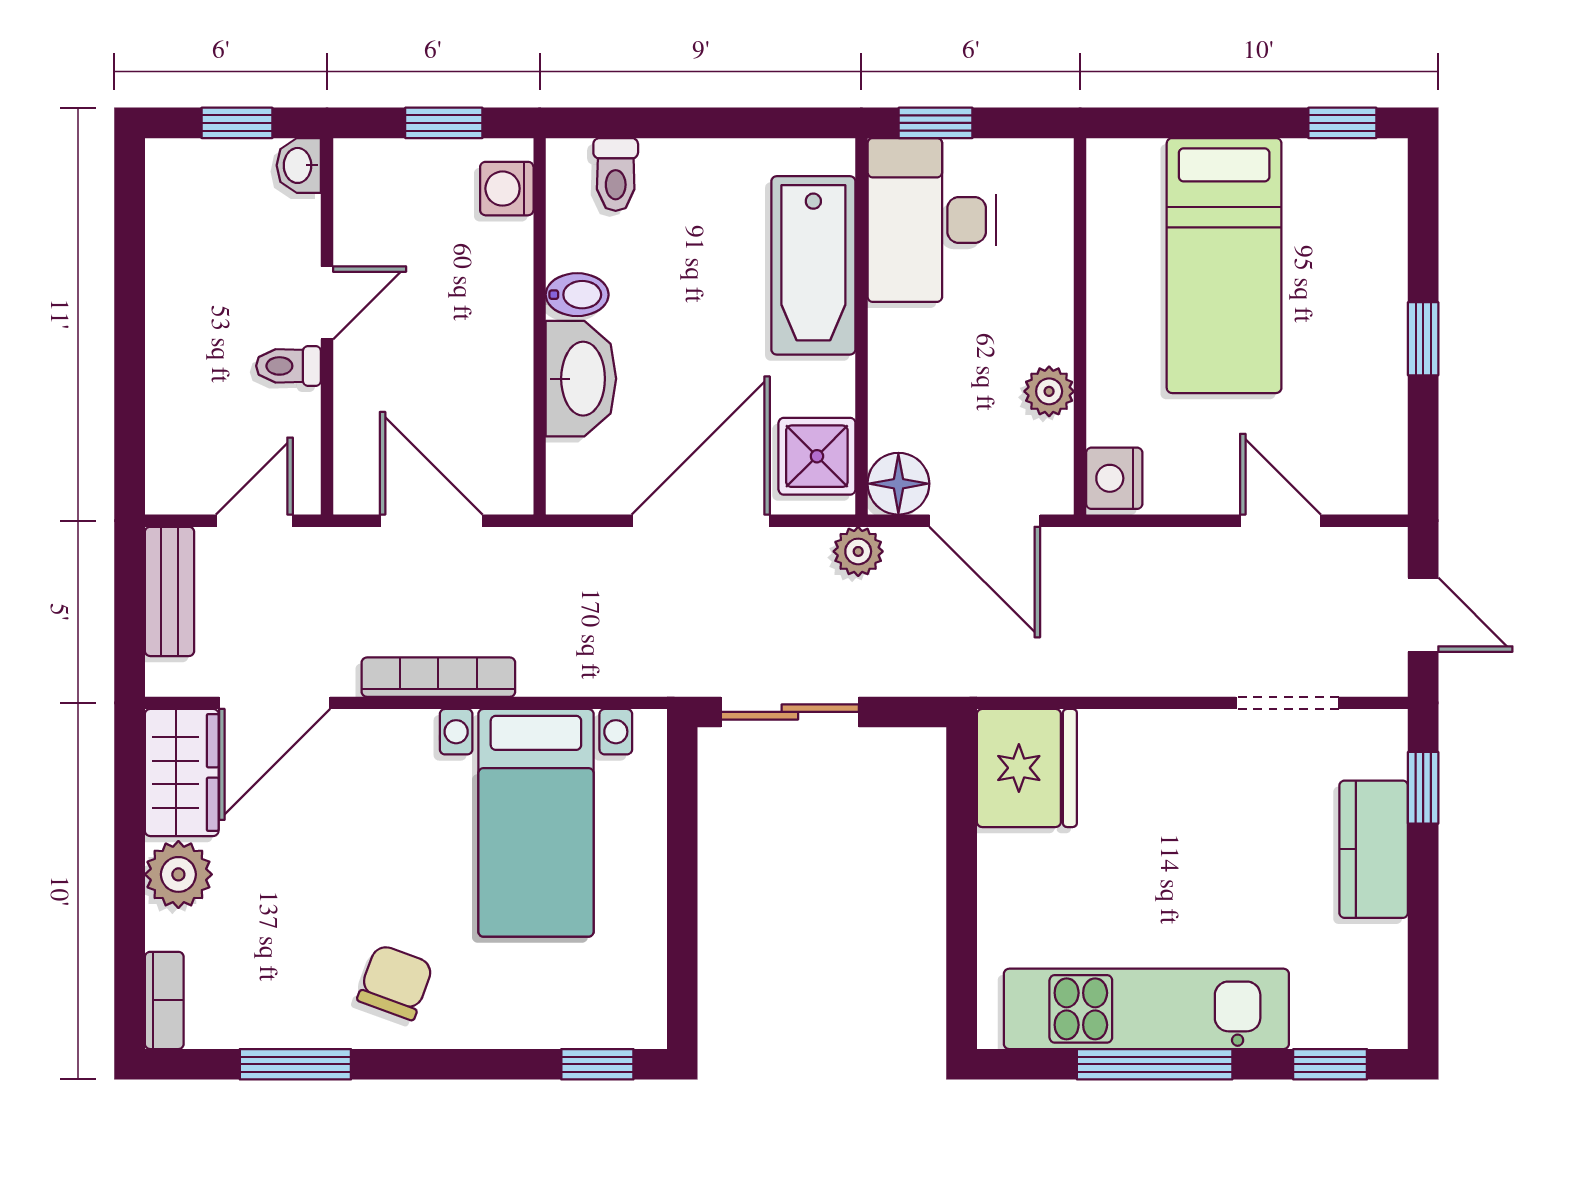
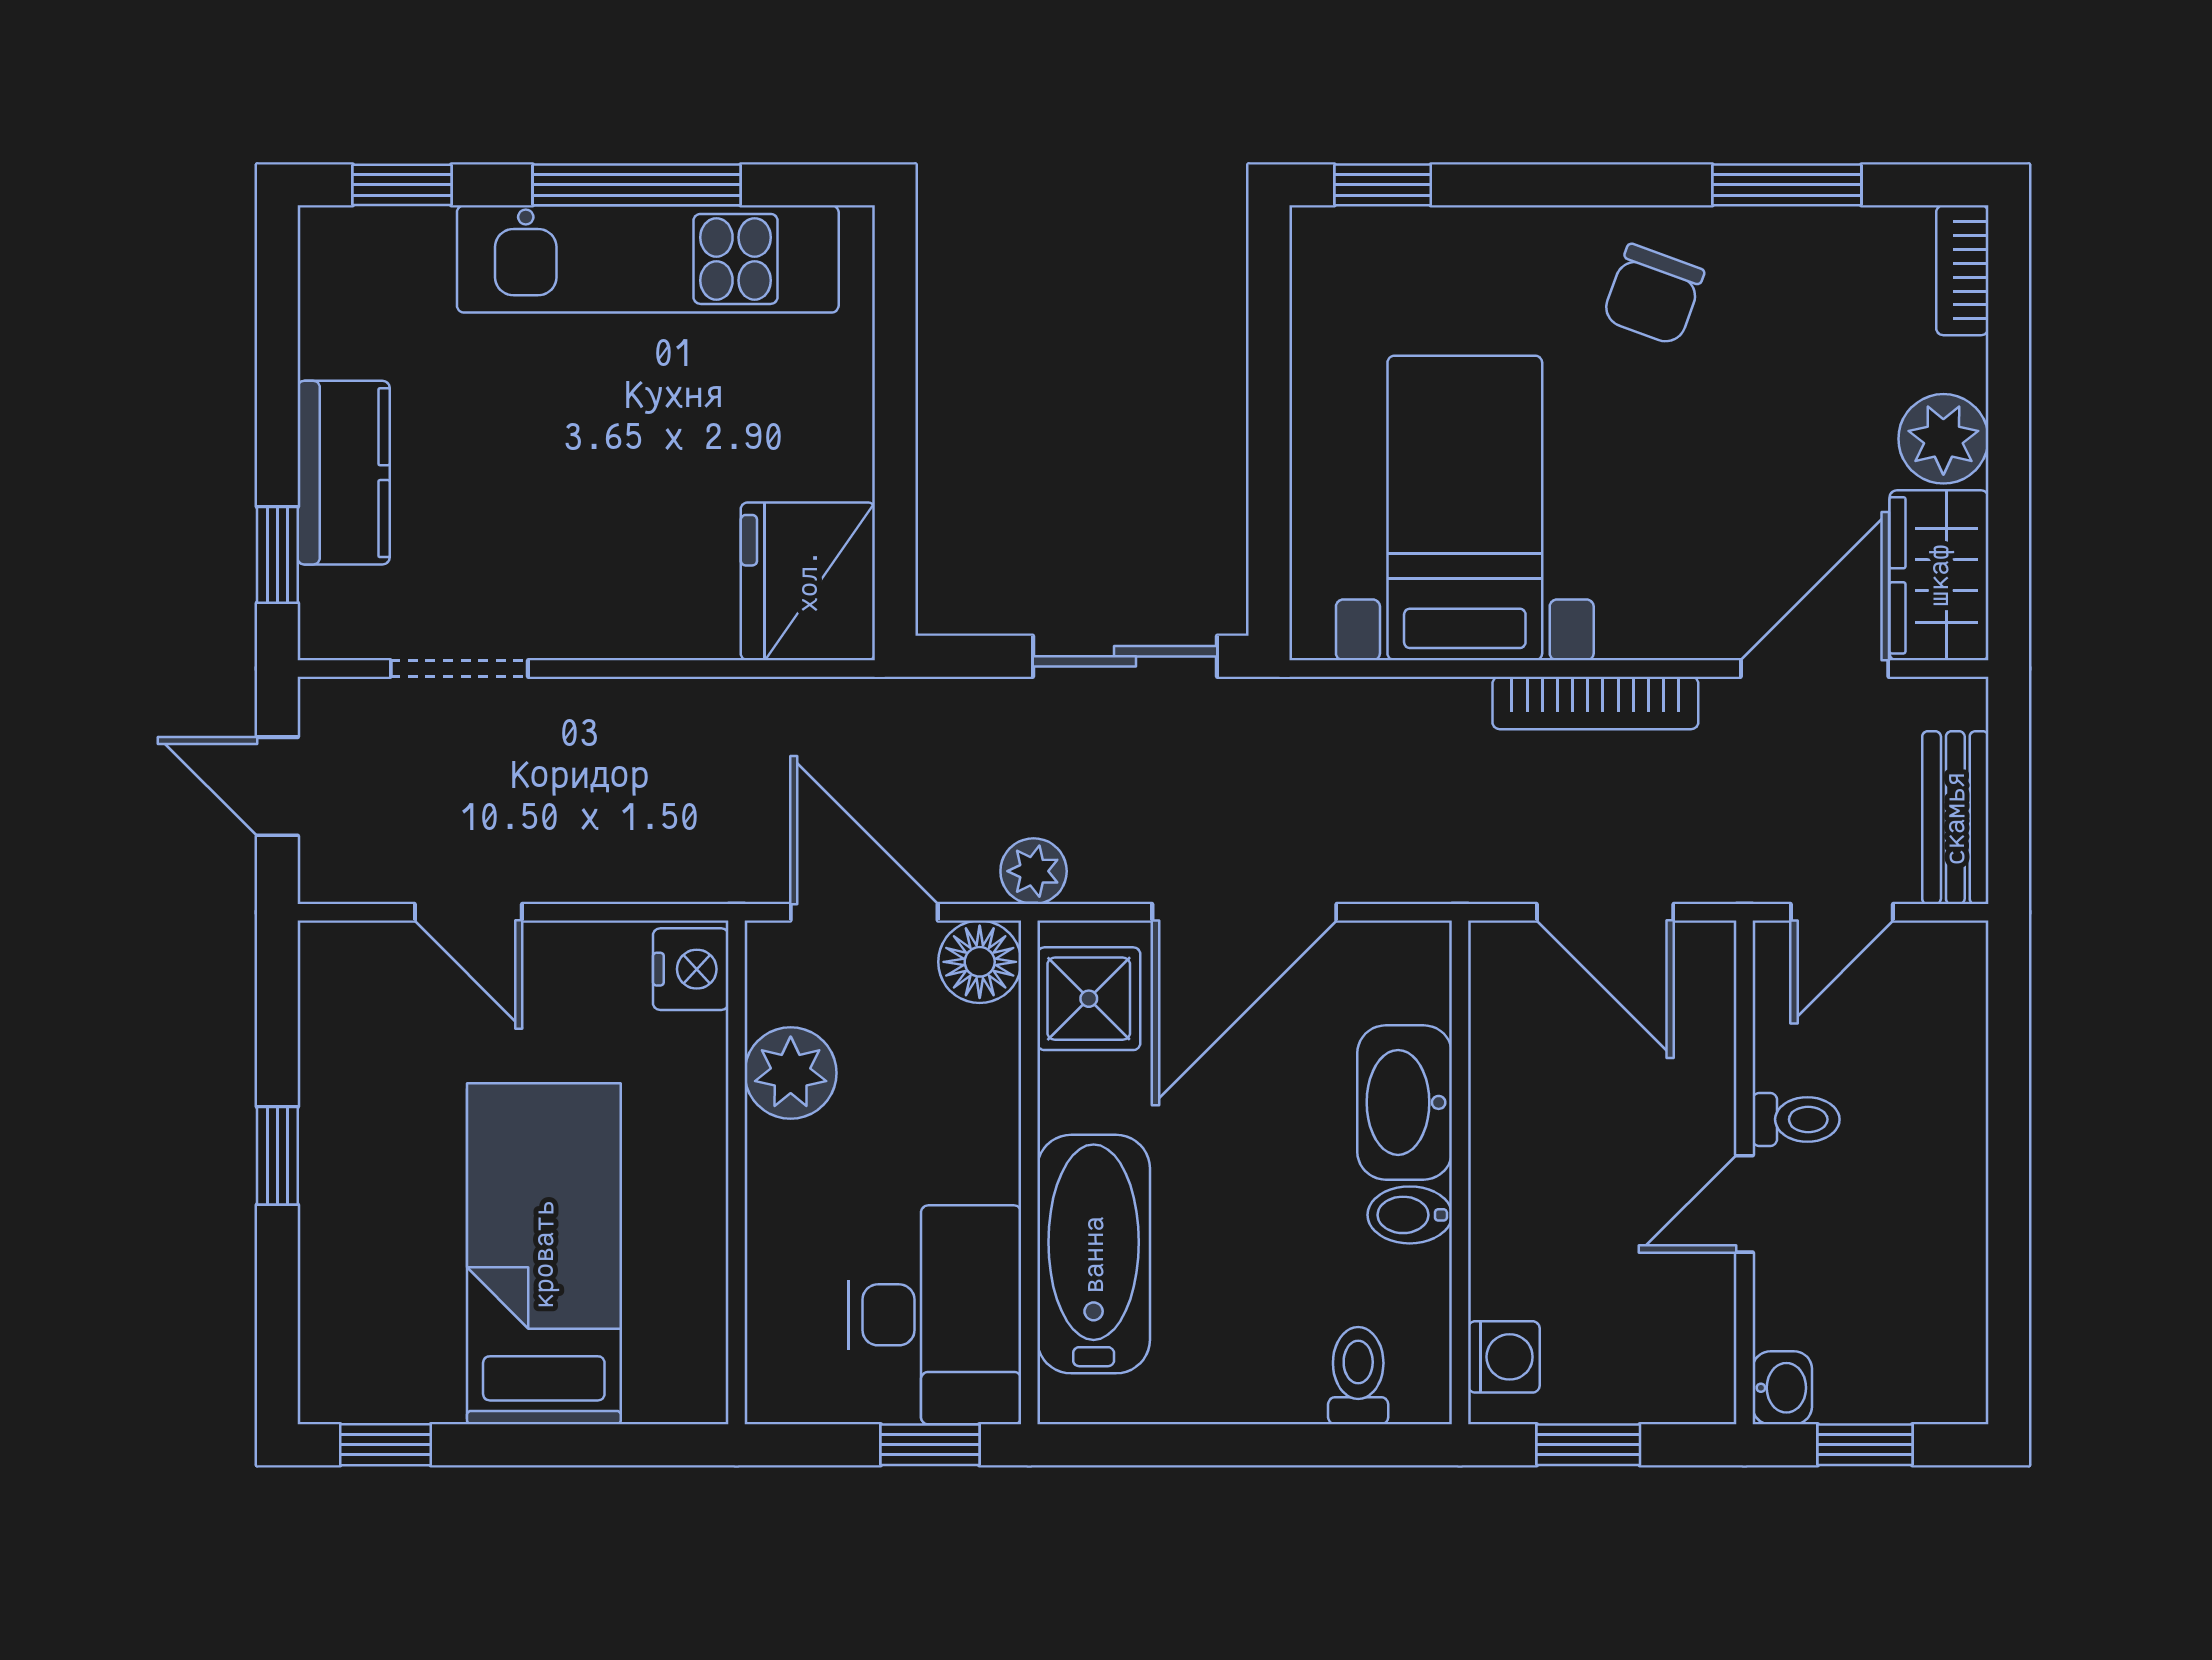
plant: (1049, 391) -> (791, 1073), width x1.38, depth x1.38

